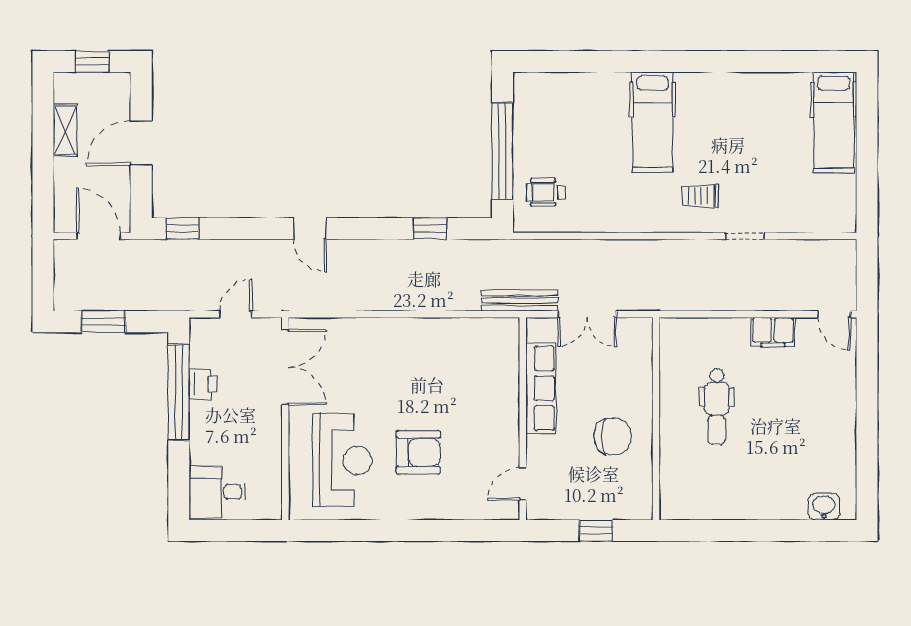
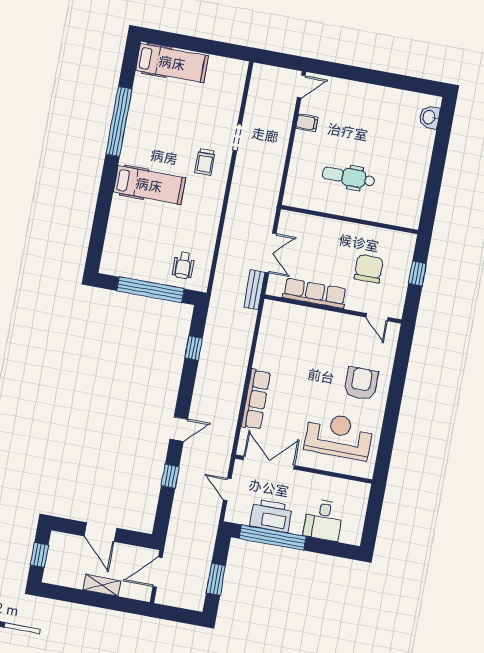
window: (736, 62) -> (119, 122), added
shelving: (65, 130) -> (102, 585), moved
window: (183, 229) -> (170, 476), moved
bench: (520, 300) -> (254, 290), width x0.73
row of seats: (373, 332) -> (256, 399), added
filing cabinet: (773, 332) -> (307, 123), width x0.50
printer: (203, 384) -> (271, 516), width x1.87, depth x1.48
dental chair: (717, 406) -> (349, 177), turned 180
chair: (613, 437) -> (369, 269), moved
armchair: (418, 452) -> (361, 384), moved
desk: (217, 492) -> (323, 520), moved

